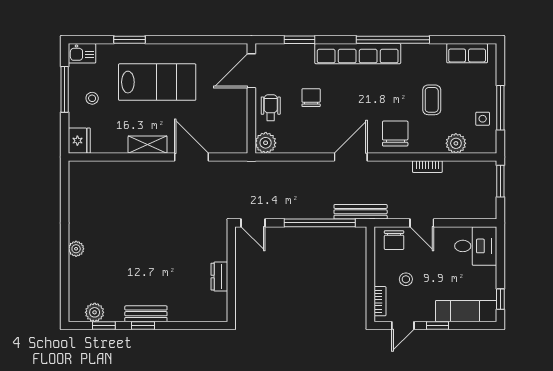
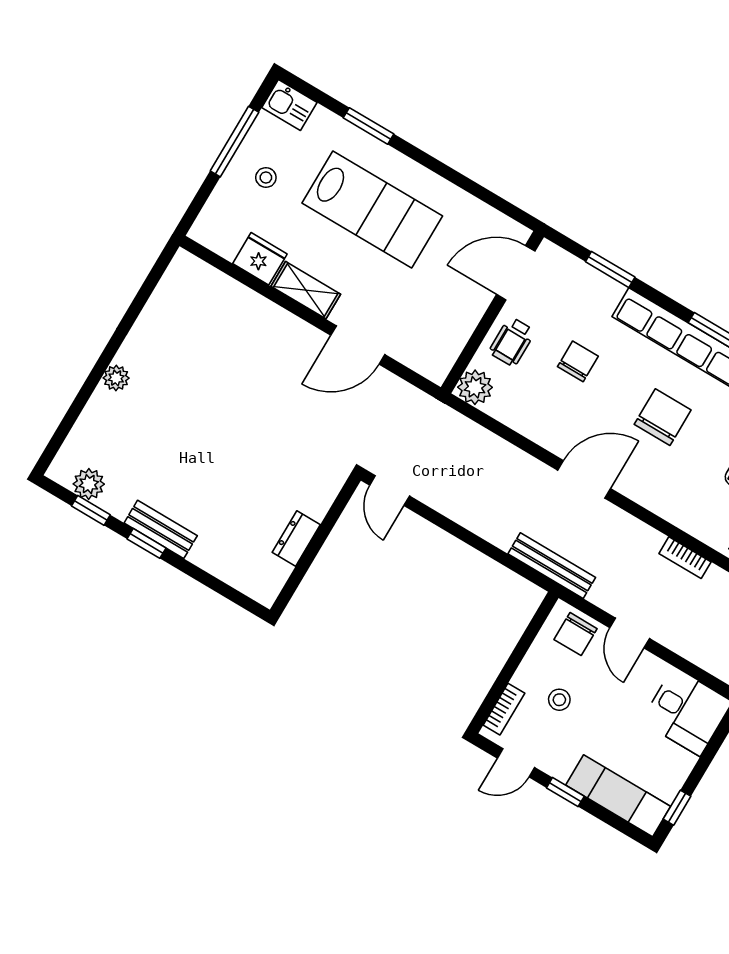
wheelchair: (271, 108) -> (512, 342), turned 180
chair: (395, 134) -> (663, 417), moved
fridge: (79, 141) -> (260, 259), moved, turned -90
door: (191, 157) -> (358, 345), swing flipped
window: (320, 223) -> (484, 547), removed

